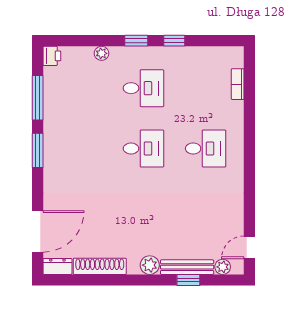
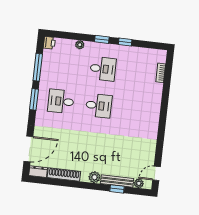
desk: (206, 149) -> (61, 101), moved, turned 180

